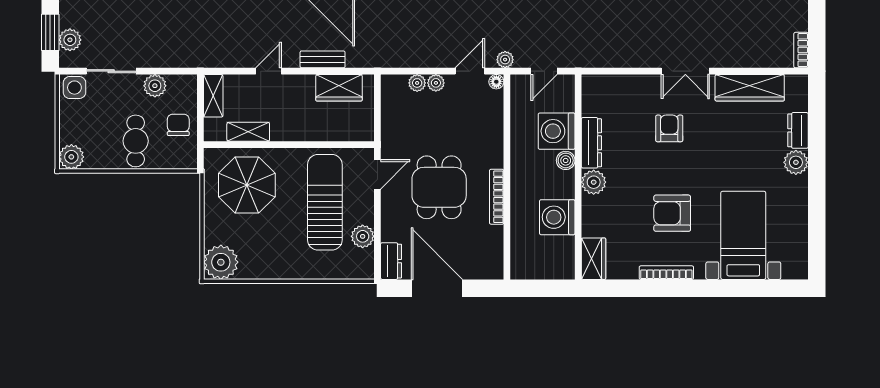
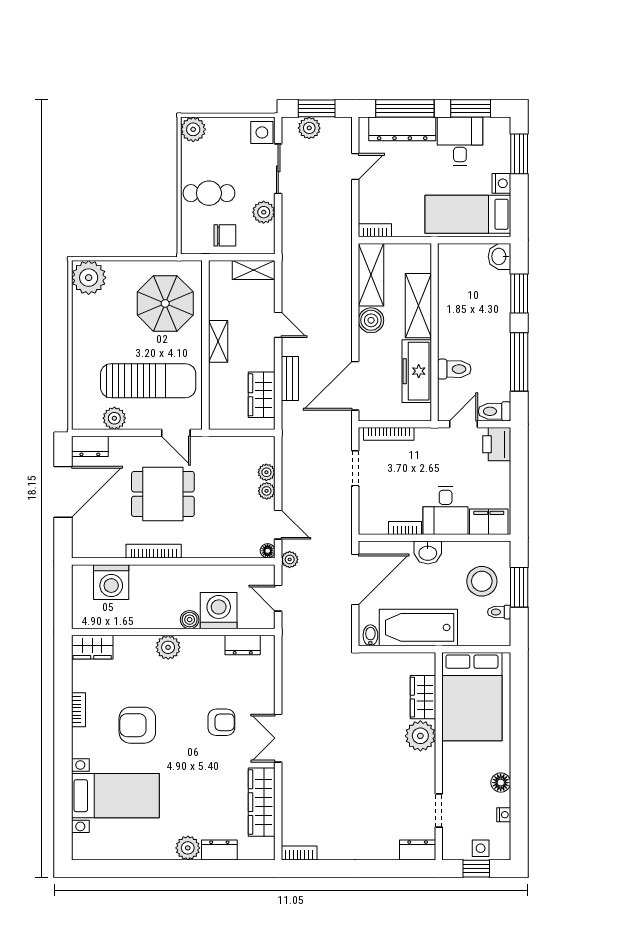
shelving: (248, 132) -> (218, 341), moved
dresser: (591, 143) -> (243, 645), moved, width x0.70
armchair: (672, 213) -> (137, 725), turned -90
washing machine: (557, 217) -> (111, 582), moved, turned 180
bookcase: (666, 273) -> (78, 710), width x0.64

